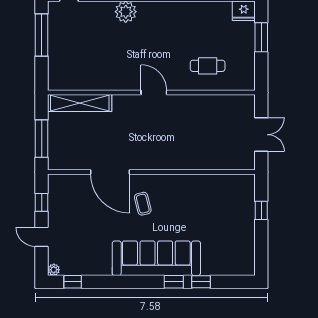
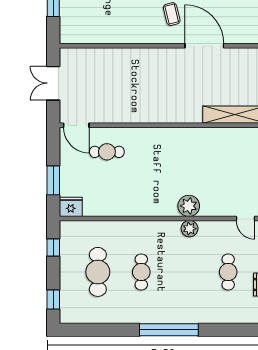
door: (154, 92) -> (76, 125), moved

